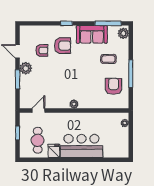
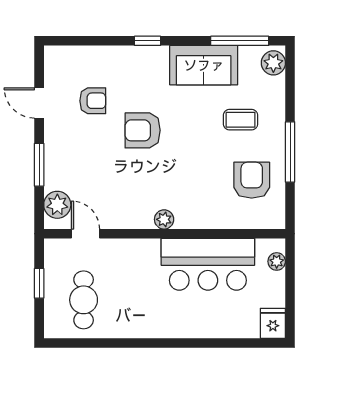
armchair: (62, 46) -> (143, 130), moved, turned 180
plant: (26, 68) -> (57, 205), moved
door: (38, 110) -> (85, 234), hinge flipped
bar counter: (81, 146) -> (208, 264), moved, turned 180
fridge: (54, 151) -> (273, 323), moved

